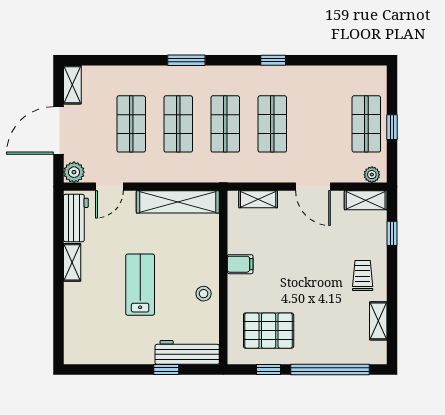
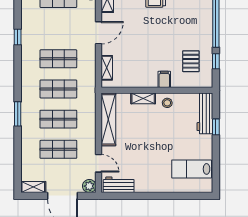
window: (273, 60) -> (18, 37), moved
shelving: (72, 262) -> (143, 98), moved
filing cabinet: (240, 264) -> (164, 79), moved
lab bench: (140, 285) -> (192, 169), moved
pallet: (269, 331) -> (191, 61), width x0.67, depth x0.71

